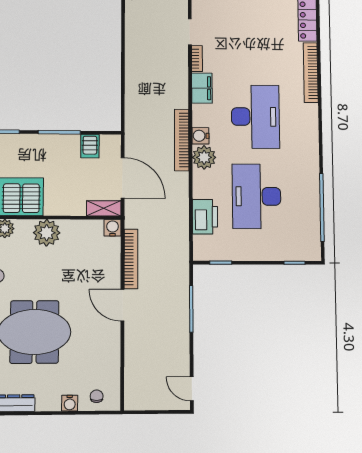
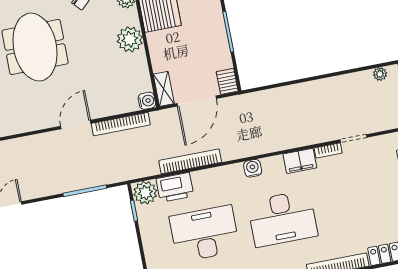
bookcase: (182, 140) -> (190, 161), moved
server rack: (90, 146) -> (227, 81), moved, turned 90
plant: (204, 157) -> (145, 193), moved

